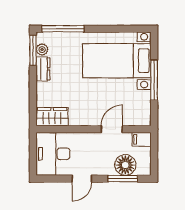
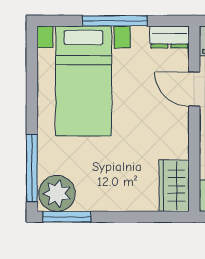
plant: (42, 50) -> (57, 193), width x1.88, depth x1.88
dresser: (43, 69) -> (169, 37), moved, turned 180

